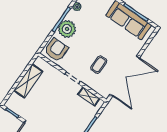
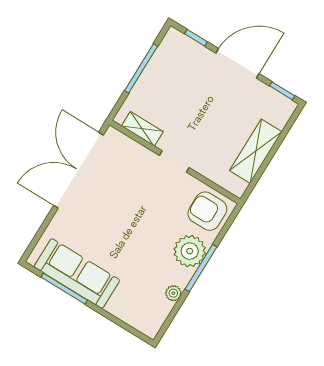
armchair: (56, 50) -> (207, 211), turned 90
coffee table: (99, 65) -> (127, 189), removed

